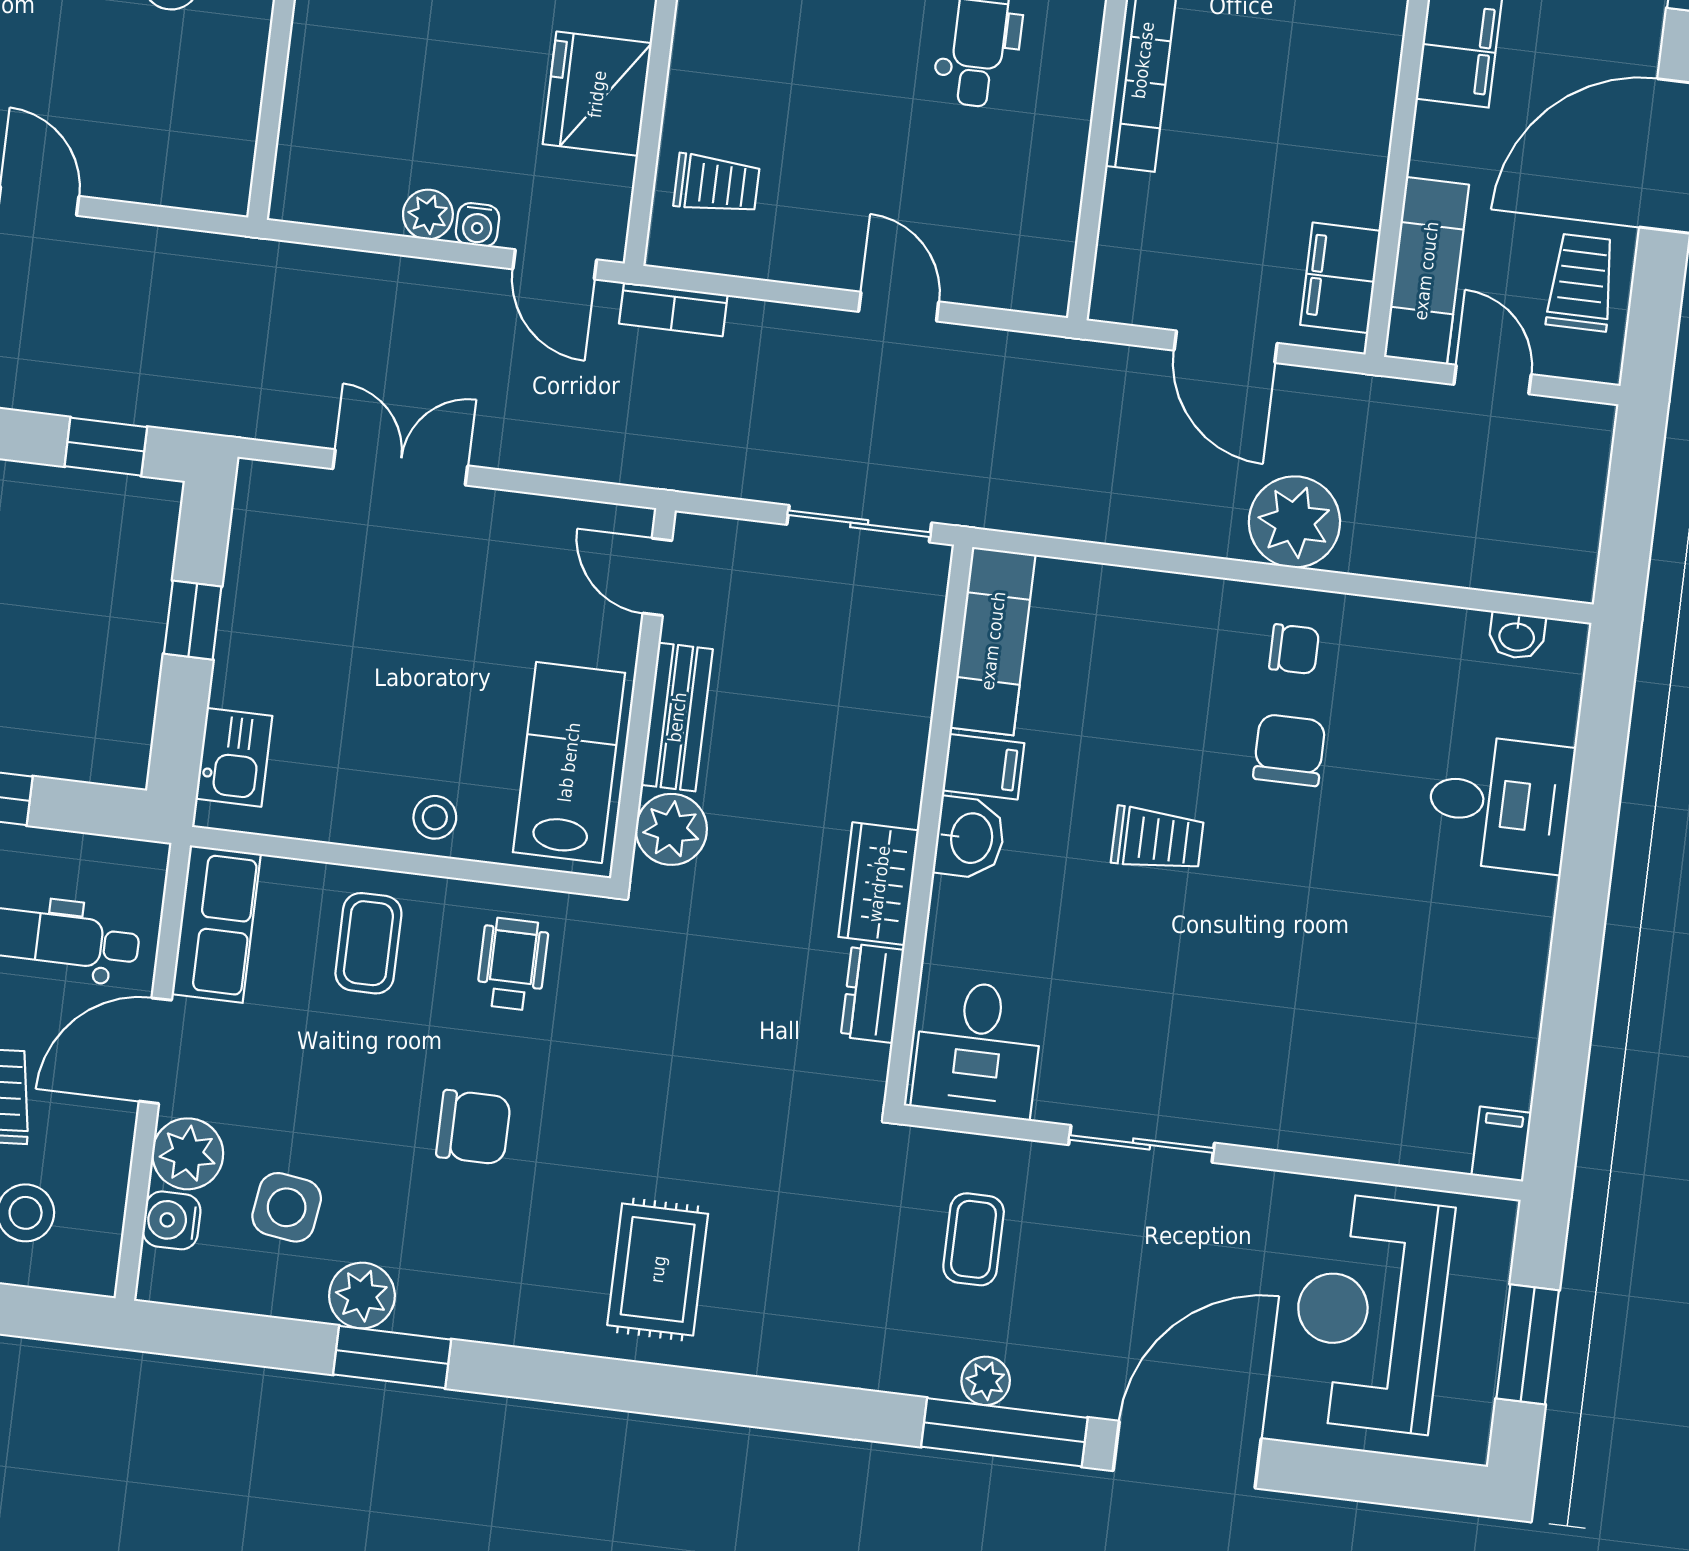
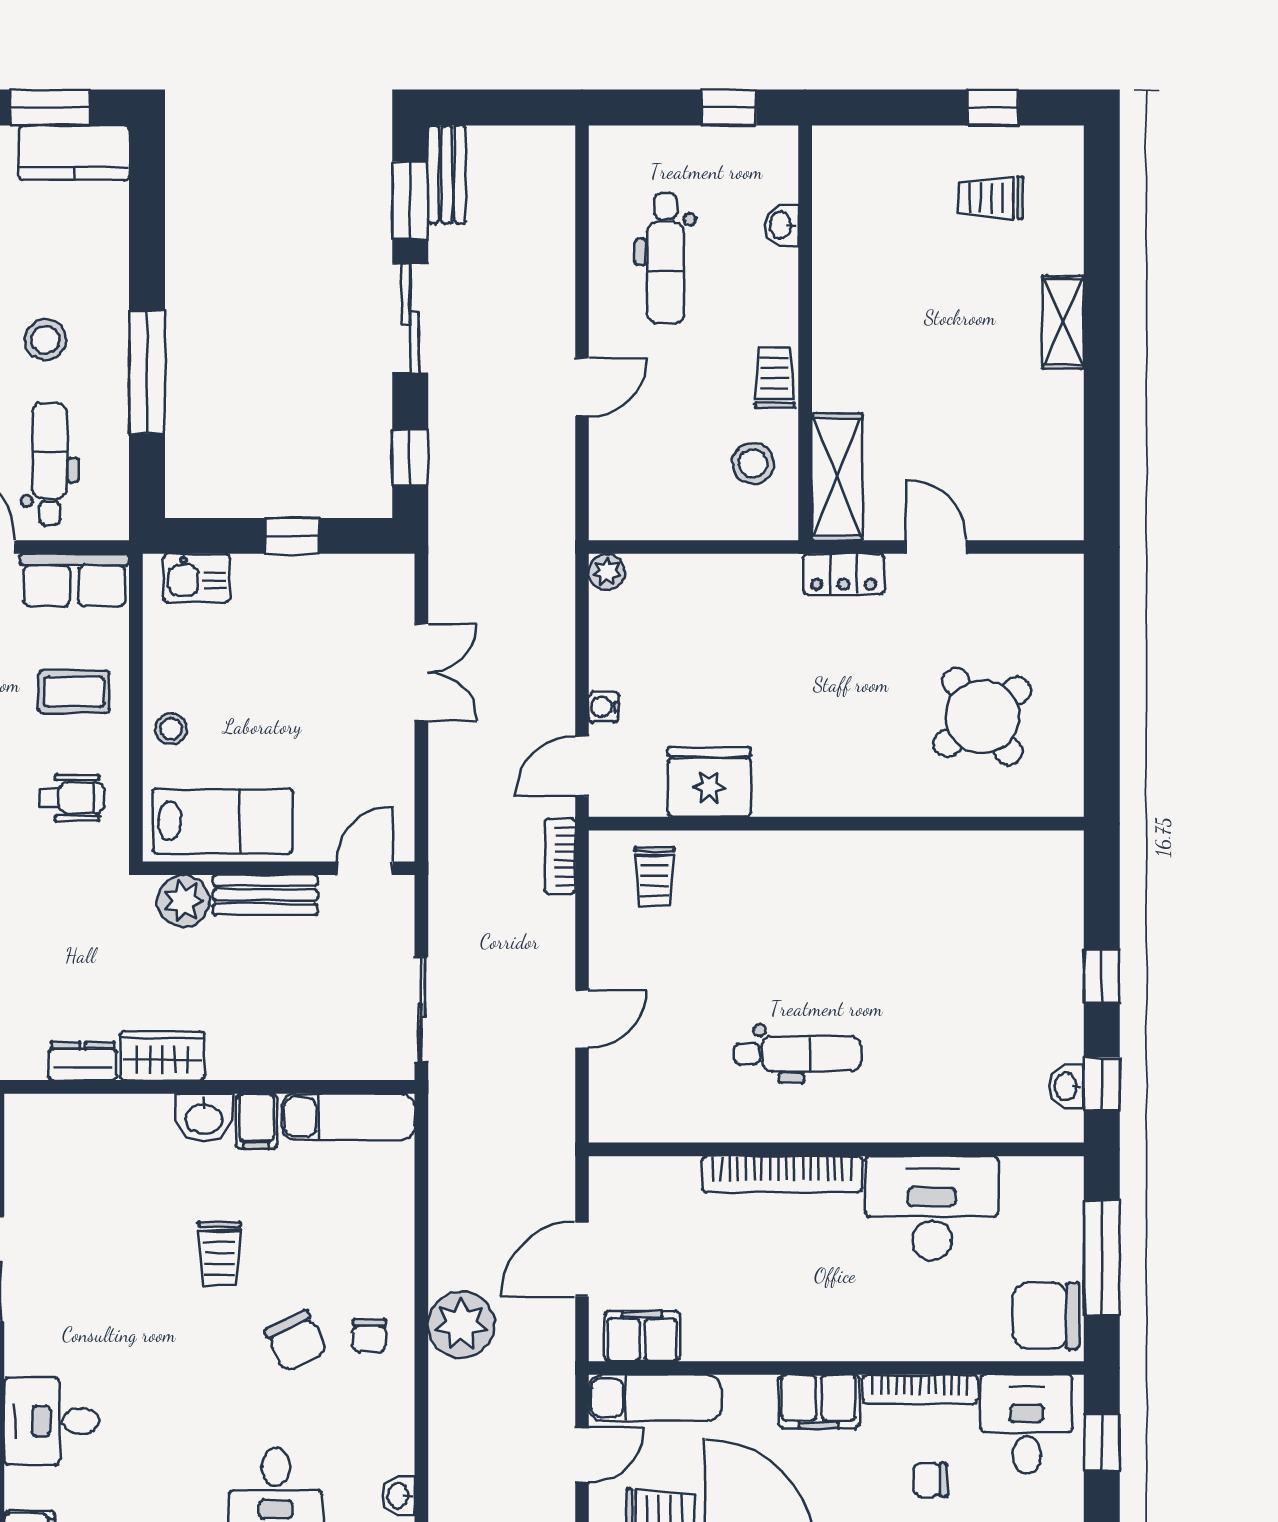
plant: (428, 214) -> (607, 572), moved
chair: (1289, 750) -> (296, 1341), turned 64
desk: (978, 1049) -> (52, 1421), moved

